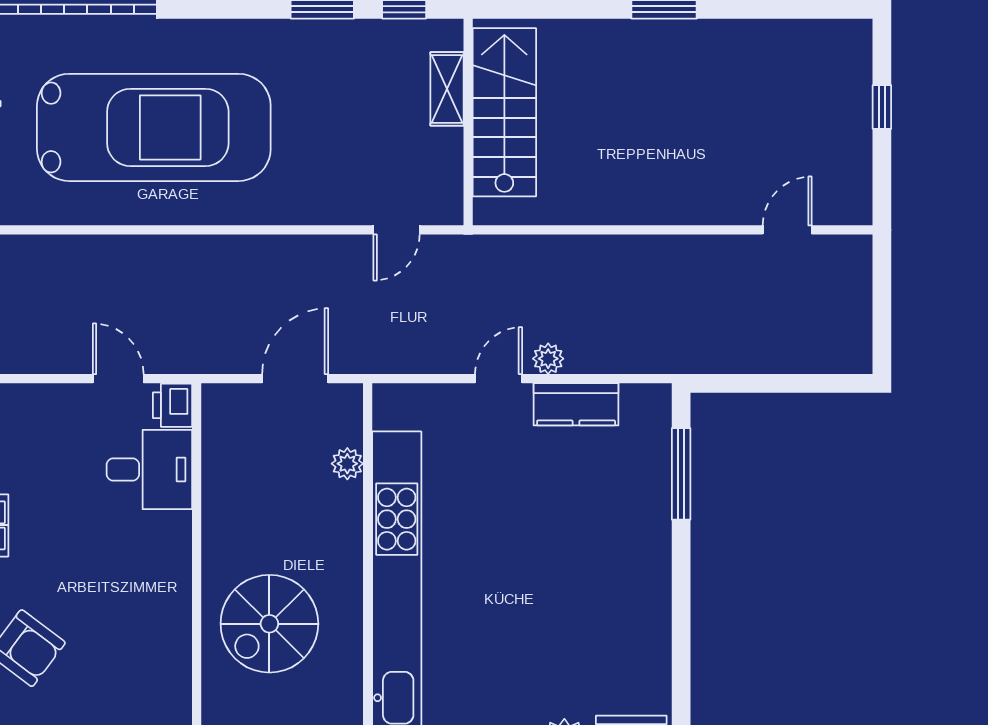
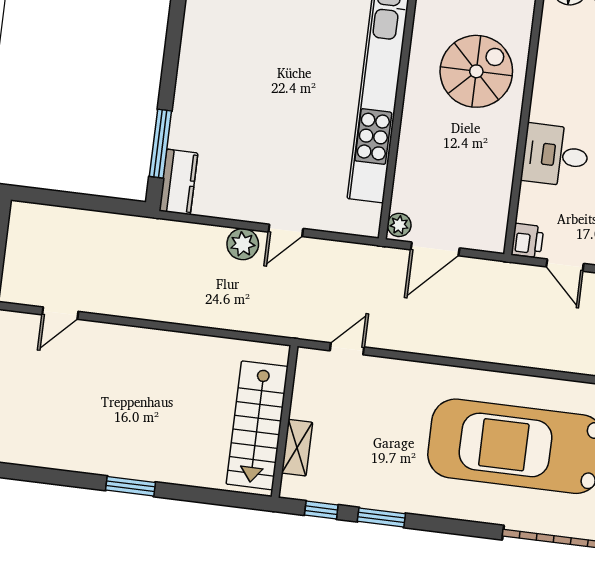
plant: (548, 359) -> (243, 244), width x1.38, depth x1.38
kitchen counter: (576, 404) -> (178, 182), moved, turned 90
plant: (347, 464) -> (399, 225), moved
desk: (149, 469) -> (555, 155), moved

